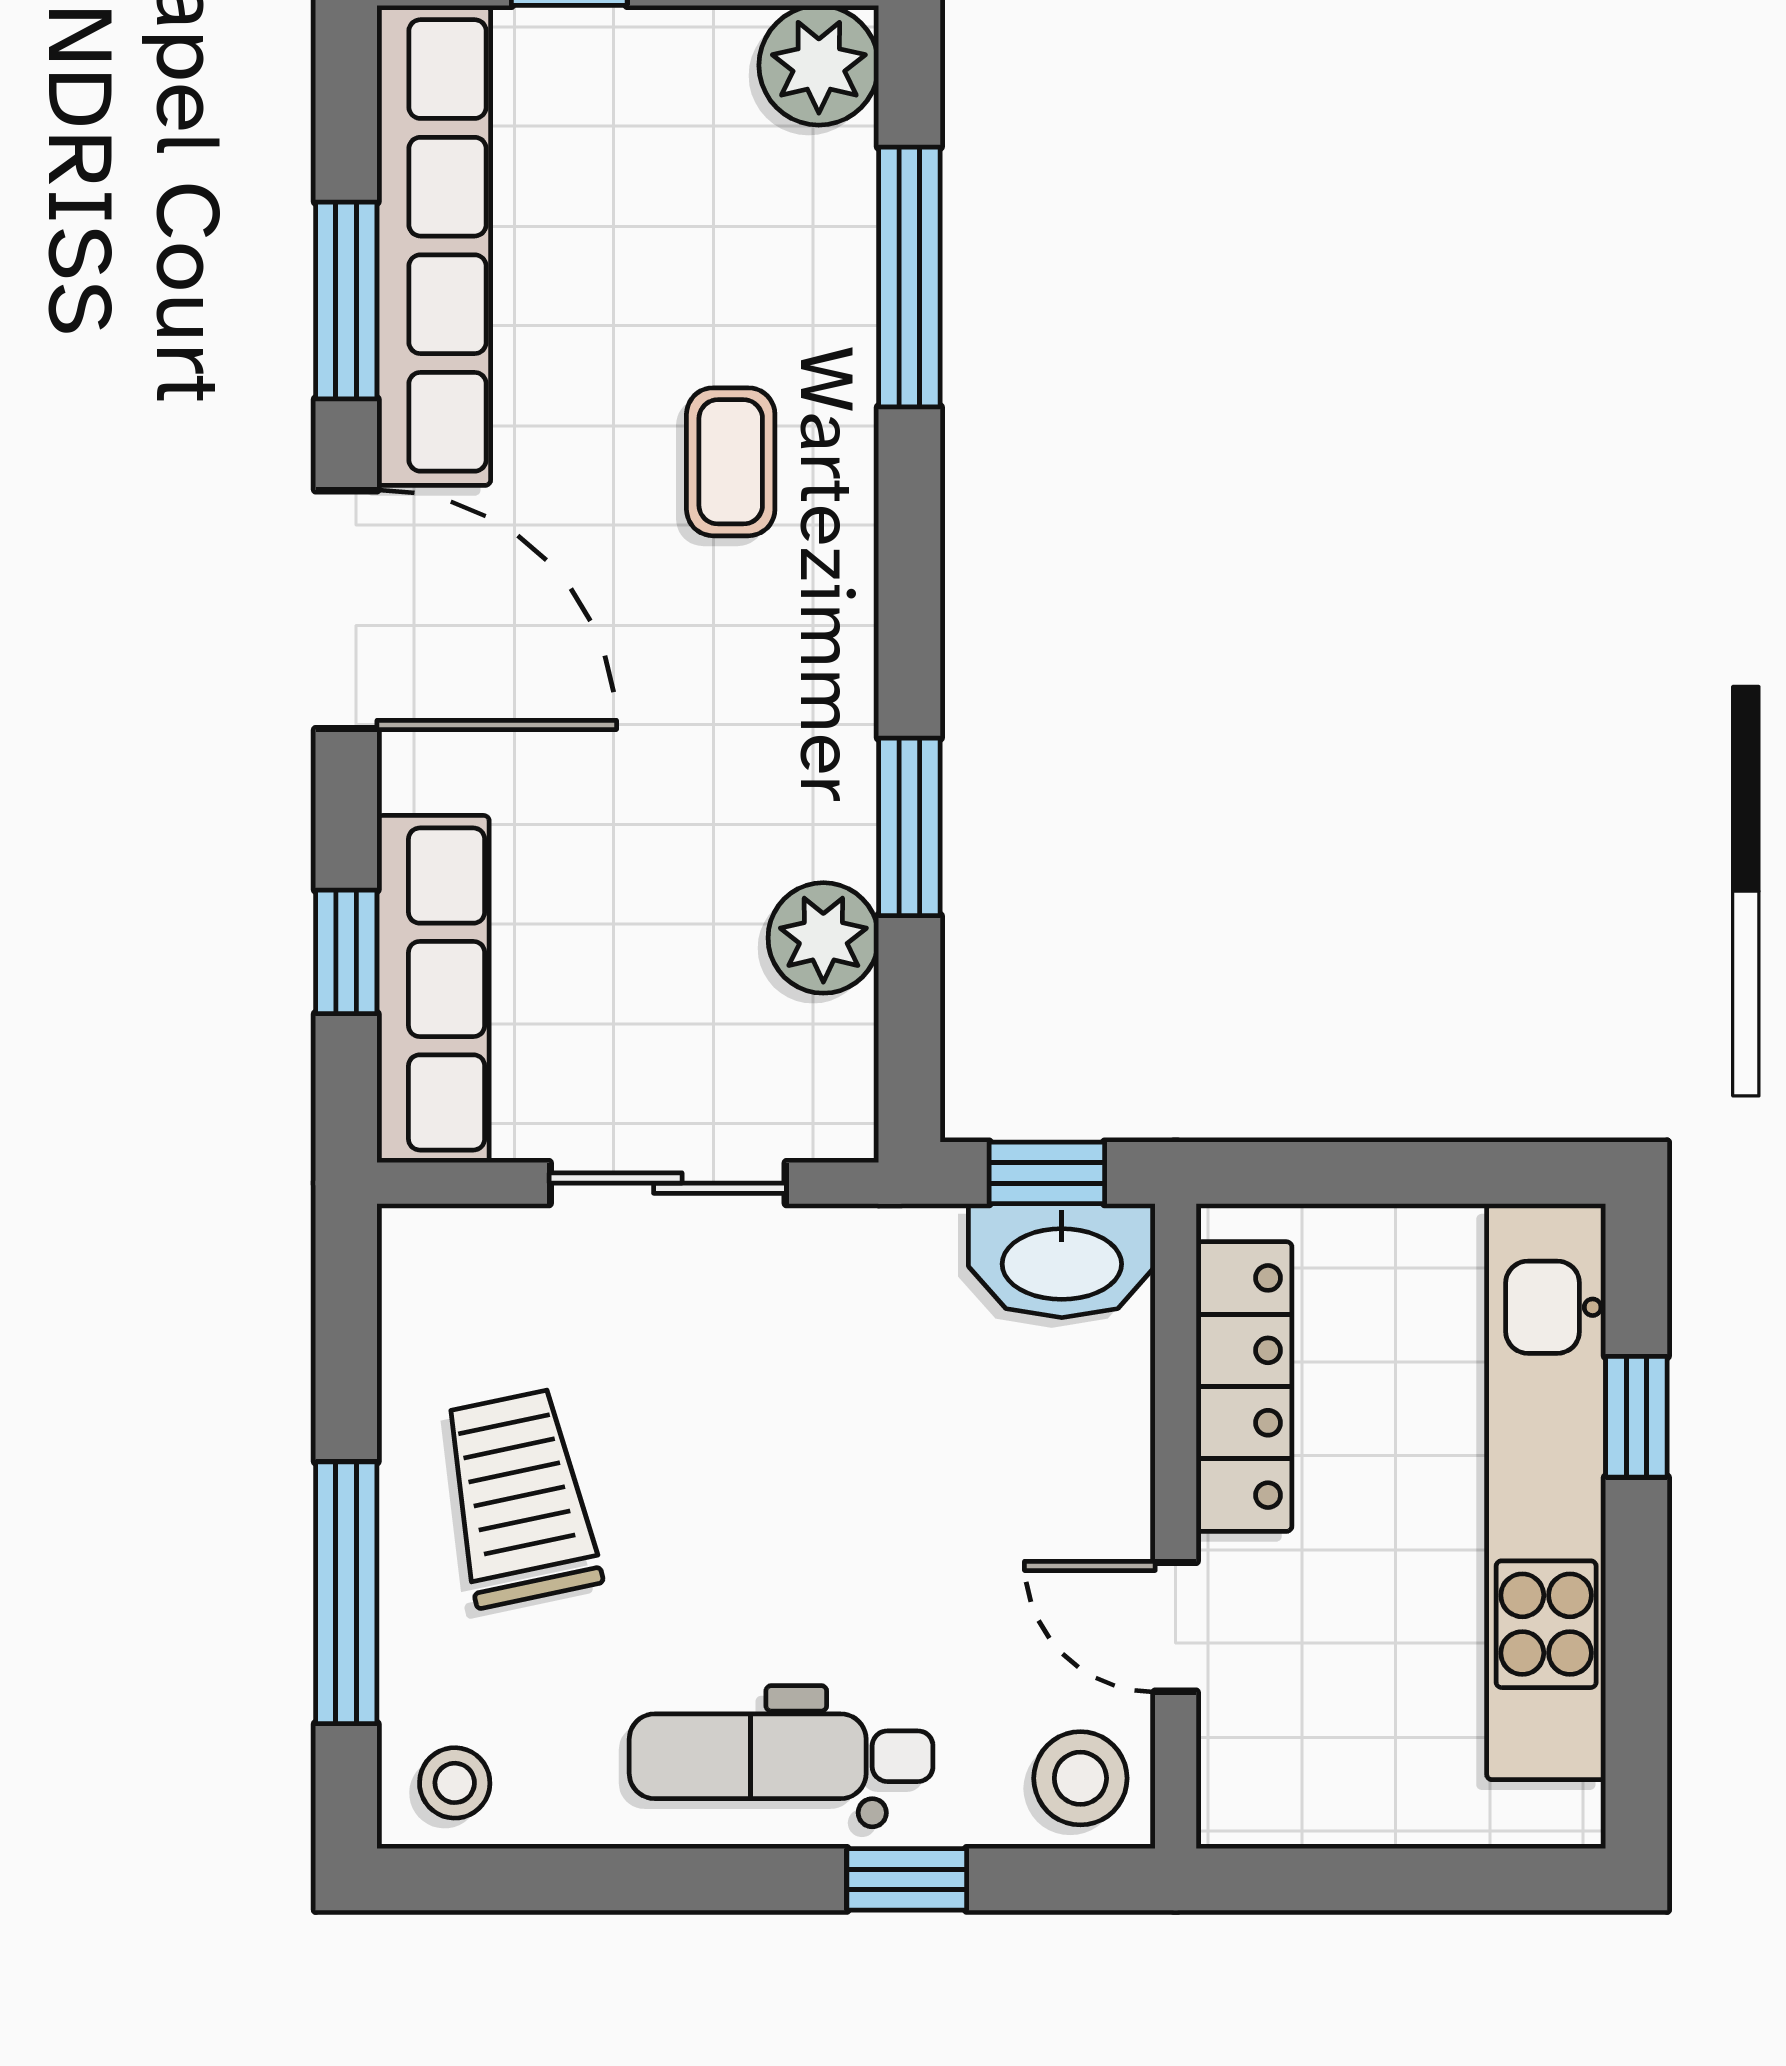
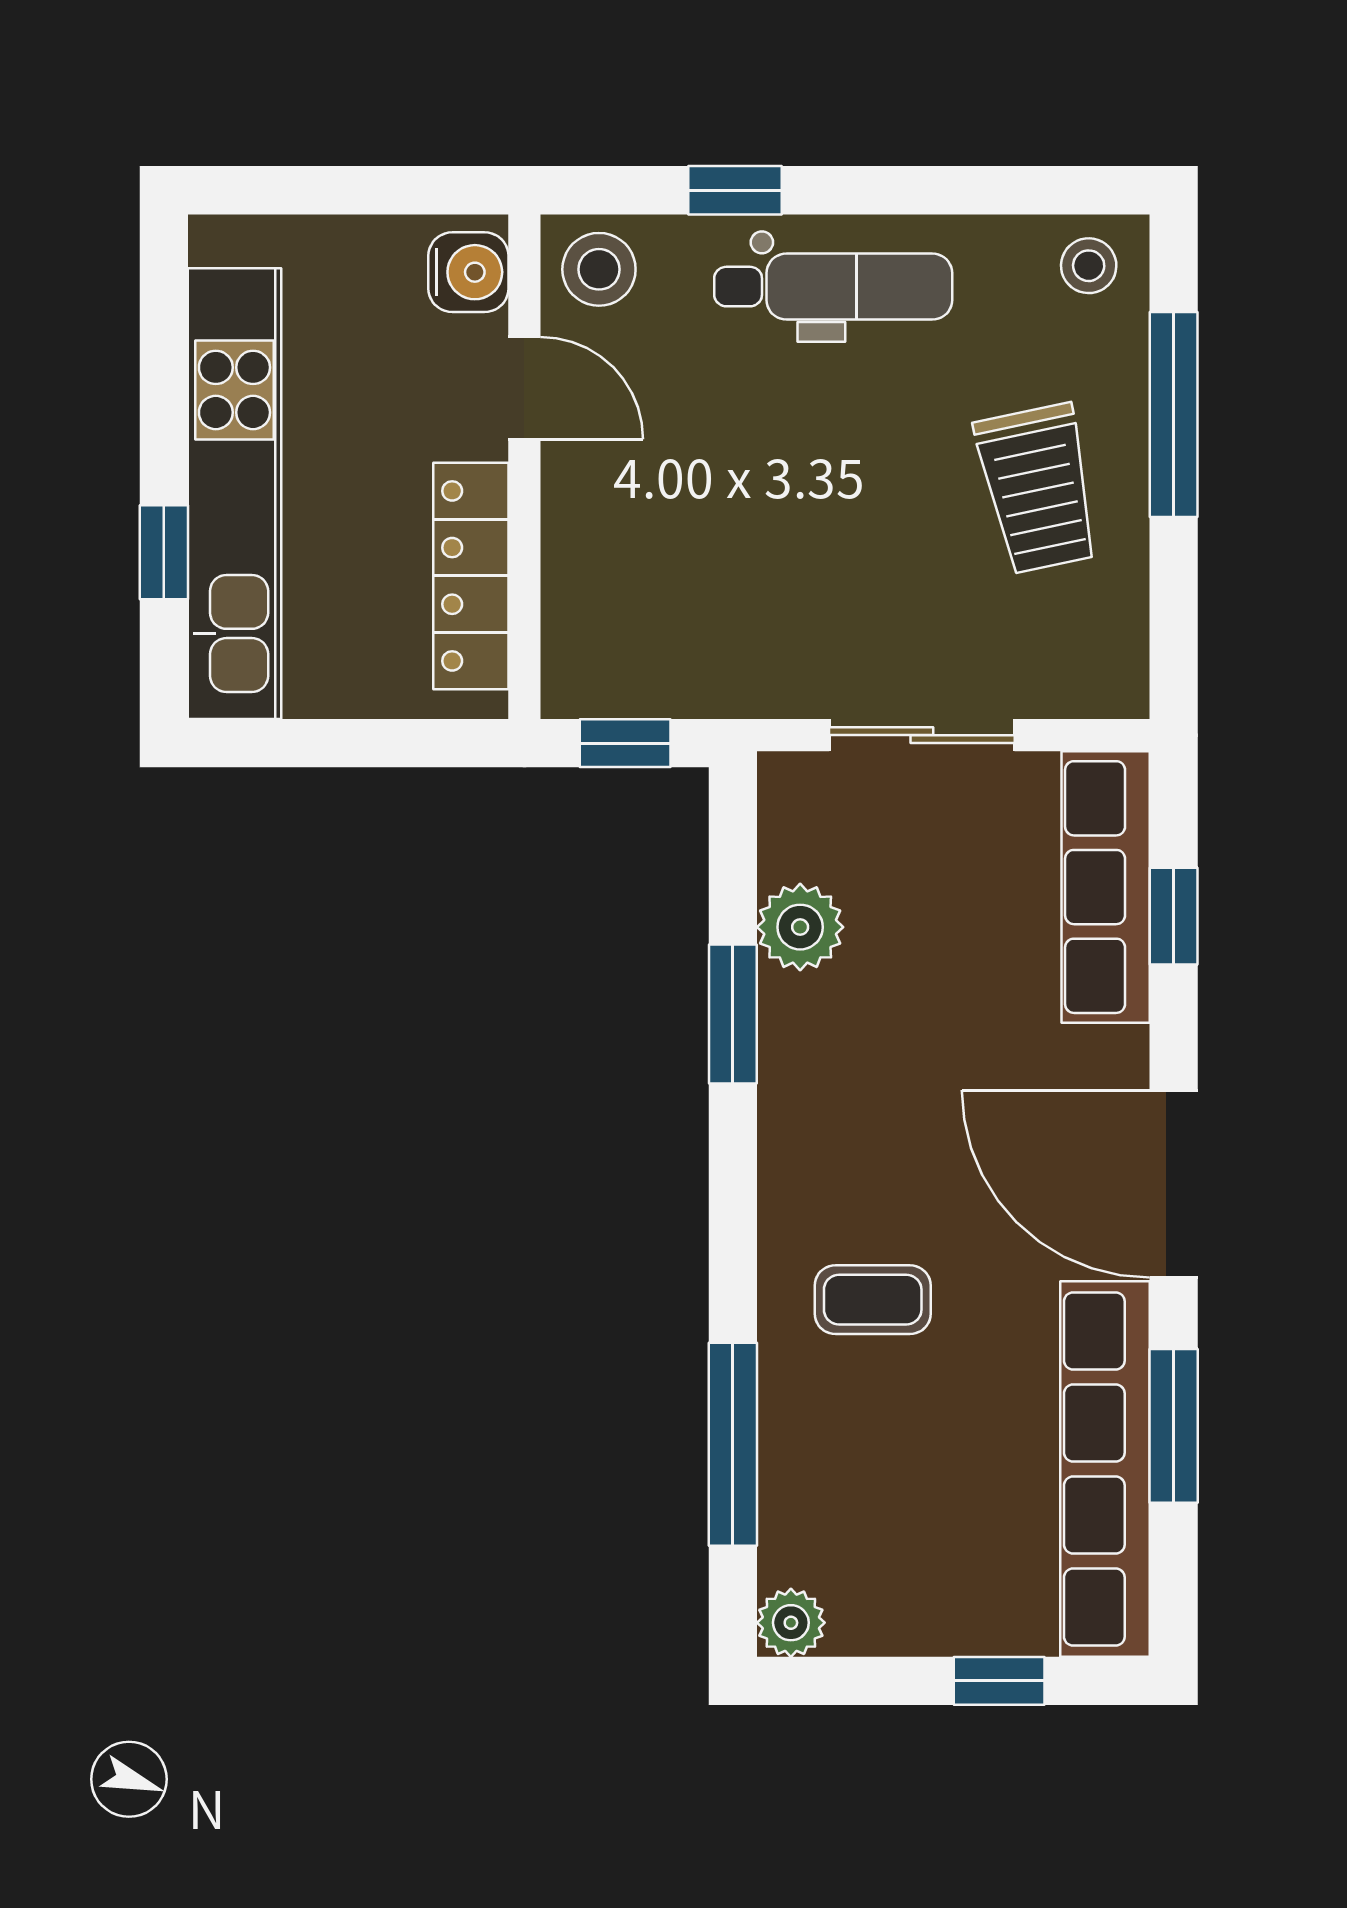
plant: (819, 65) -> (791, 1623), width x0.73, depth x0.73
coffee table: (731, 462) -> (873, 1300), turned 90
washbasin: (1062, 1261) -> (614, 674), removed
water cooler: (1247, 1775) -> (468, 272), added

